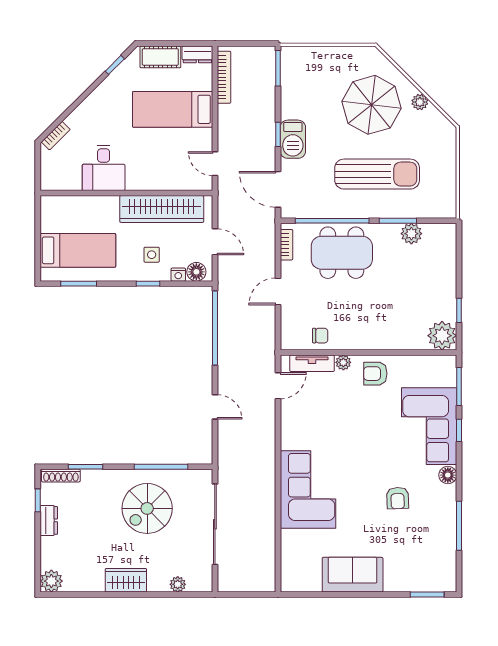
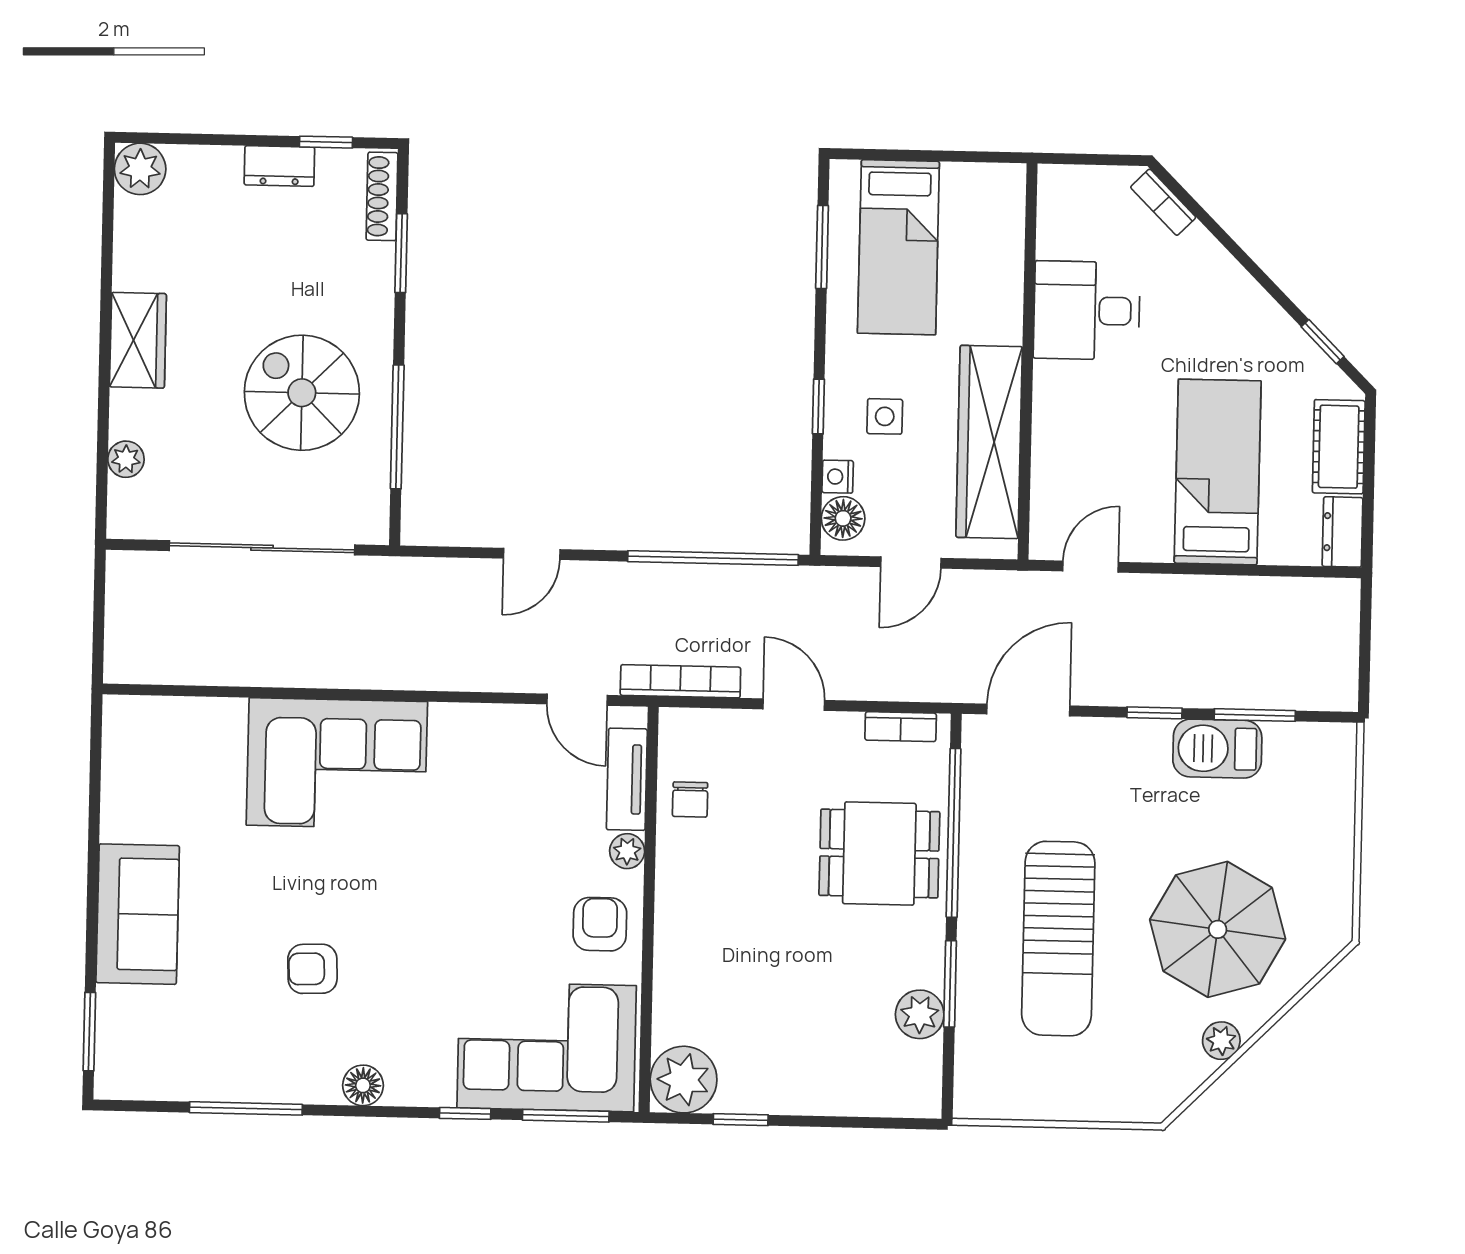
window: (278, 68) -> (1255, 715), moved
bookcase: (224, 77) -> (680, 681), moved, turned 180
barbecue: (293, 139) -> (1217, 749), moved
dining table: (342, 253) -> (879, 854), width x0.73
corner sofa: (429, 426) -> (547, 1047), moved
sofa: (353, 575) -> (138, 914), moved

